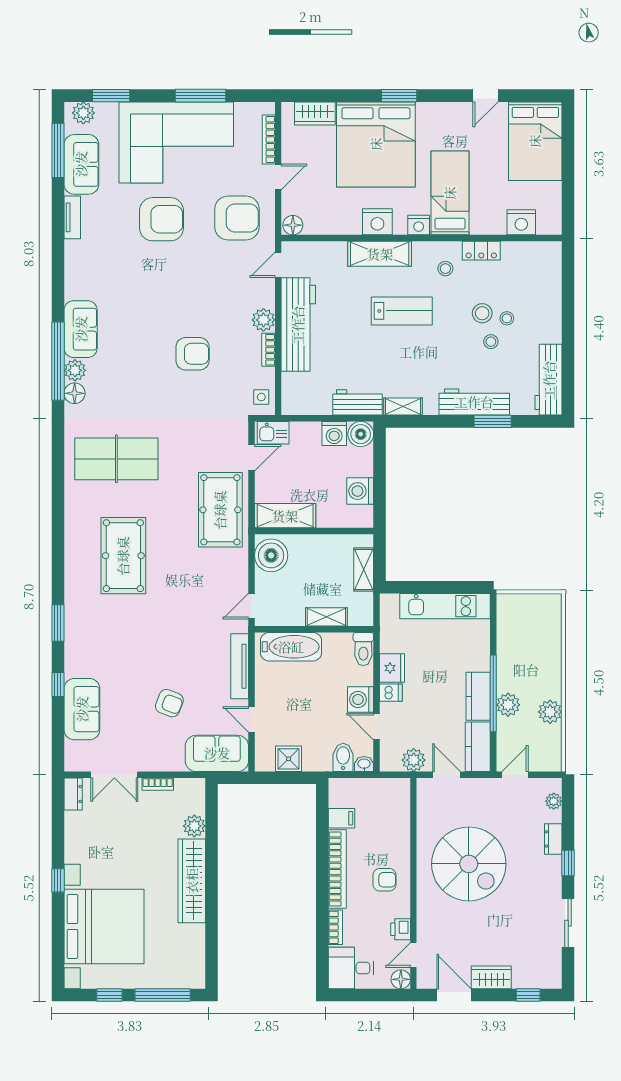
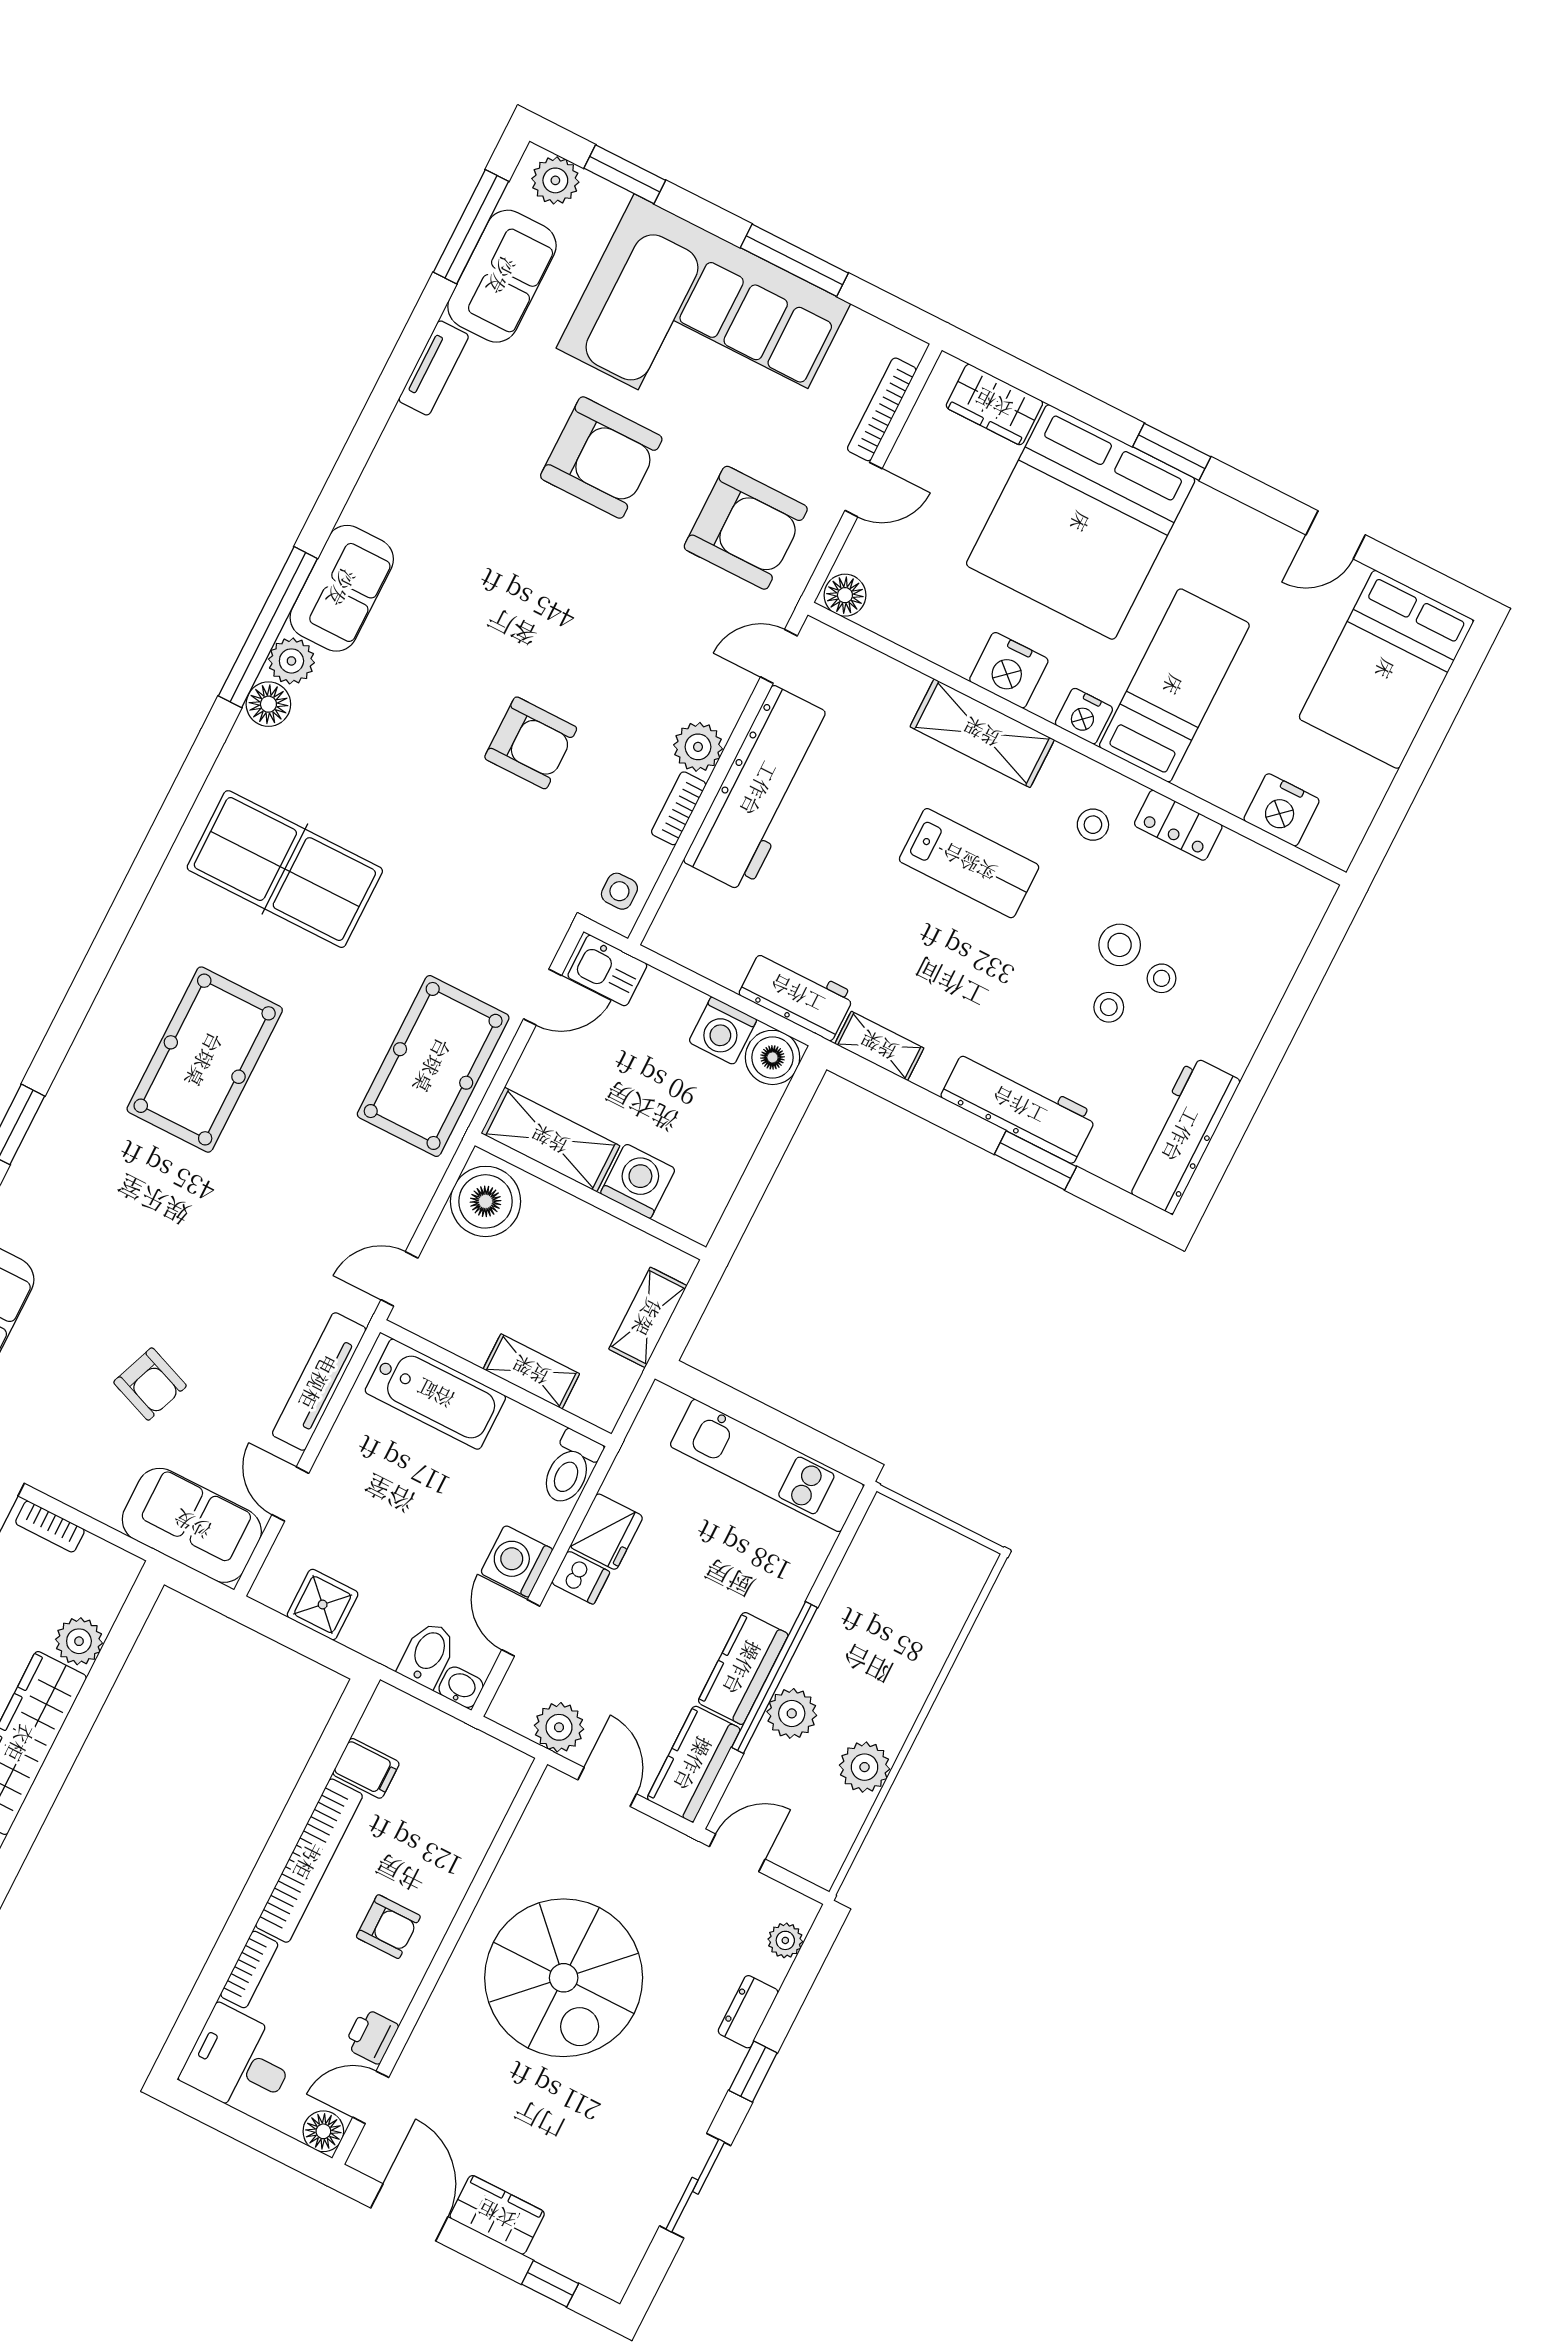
washing machine: (360, 491) -> (638, 1181), moved, turned 90

